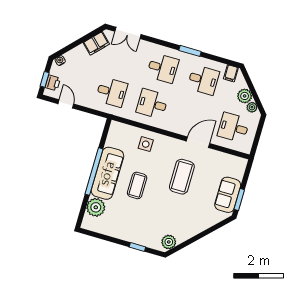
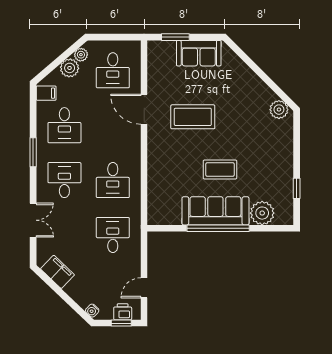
double door: (128, 33) -> (33, 220), moved
desk: (203, 80) -> (64, 125), turned 180
side table: (146, 144) -> (165, 174), removed
window: (239, 200) -> (175, 37), moved
window: (137, 247) -> (297, 188), moved

